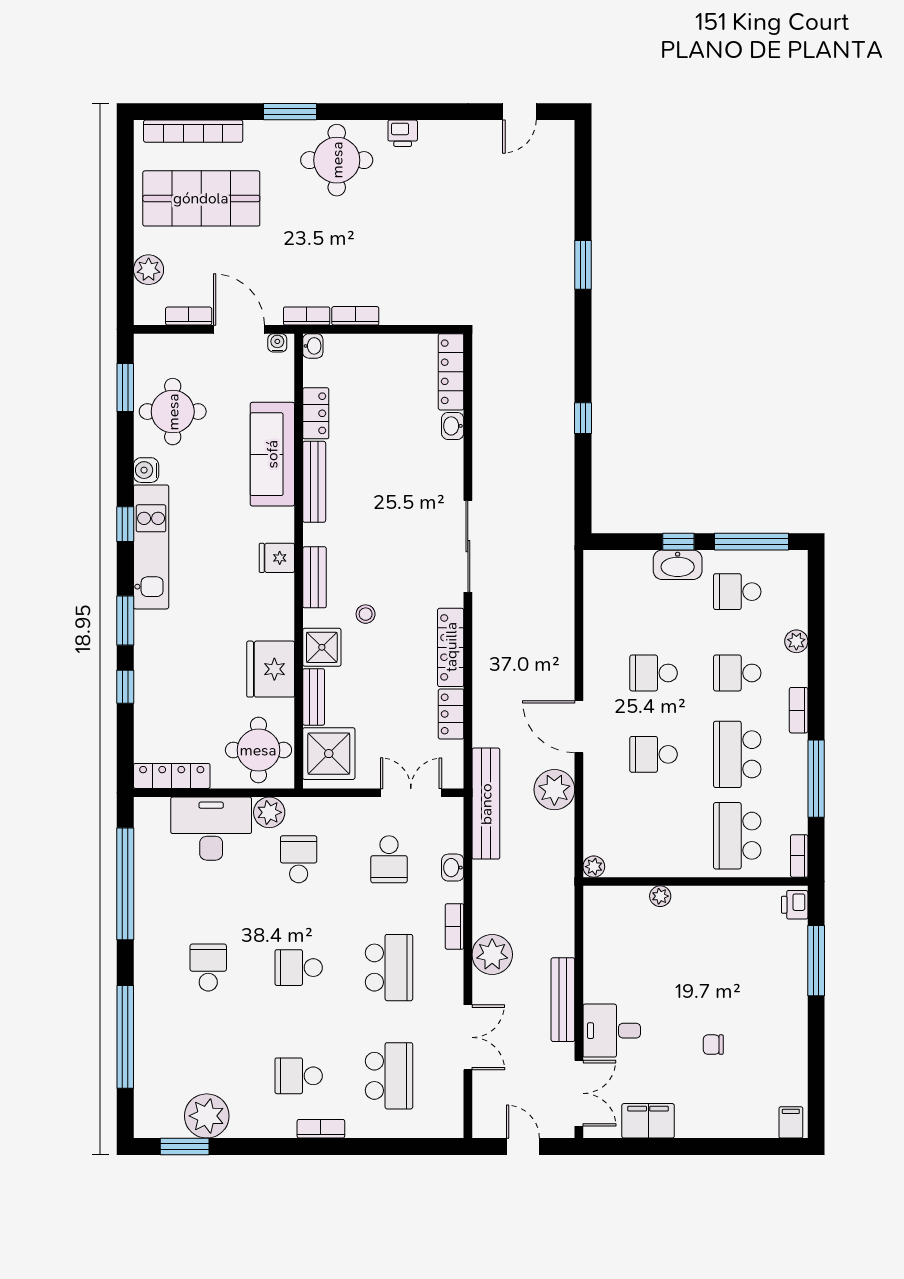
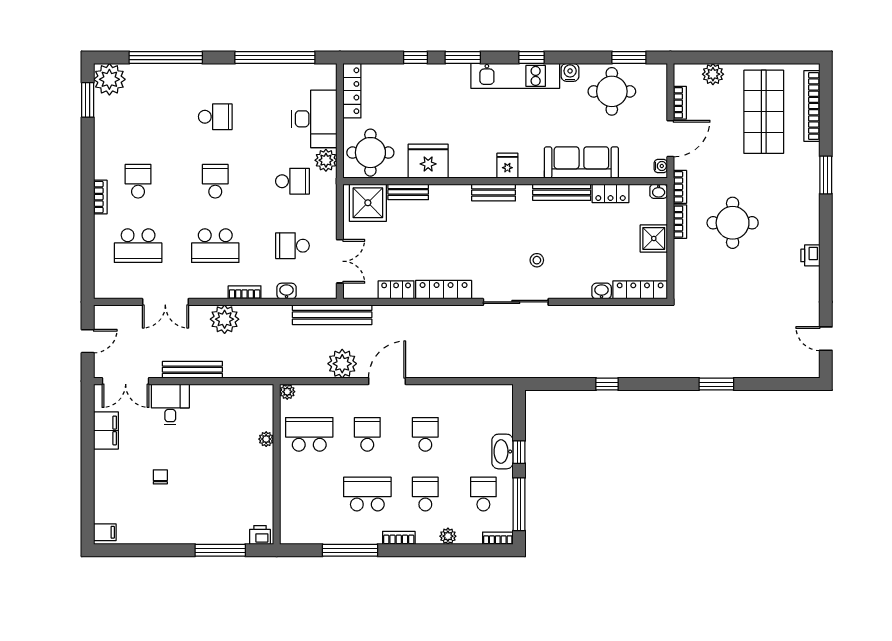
round table: (337, 160) -> (733, 223), moved
stool: (366, 614) -> (537, 260), moved
shower: (322, 647) -> (654, 238), moved
school desk: (737, 836) -> (309, 434), moved
bookcase: (799, 856) -> (498, 538), moved
plant: (207, 1116) -> (109, 79), moved

